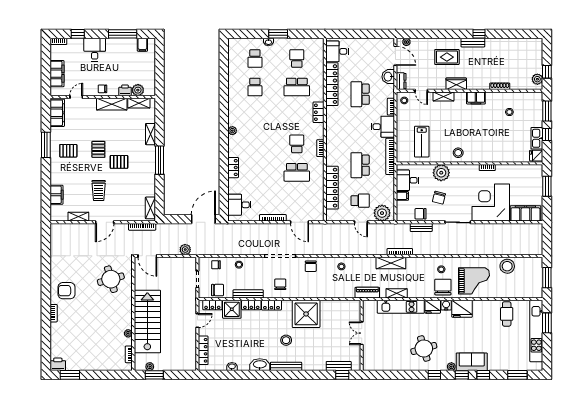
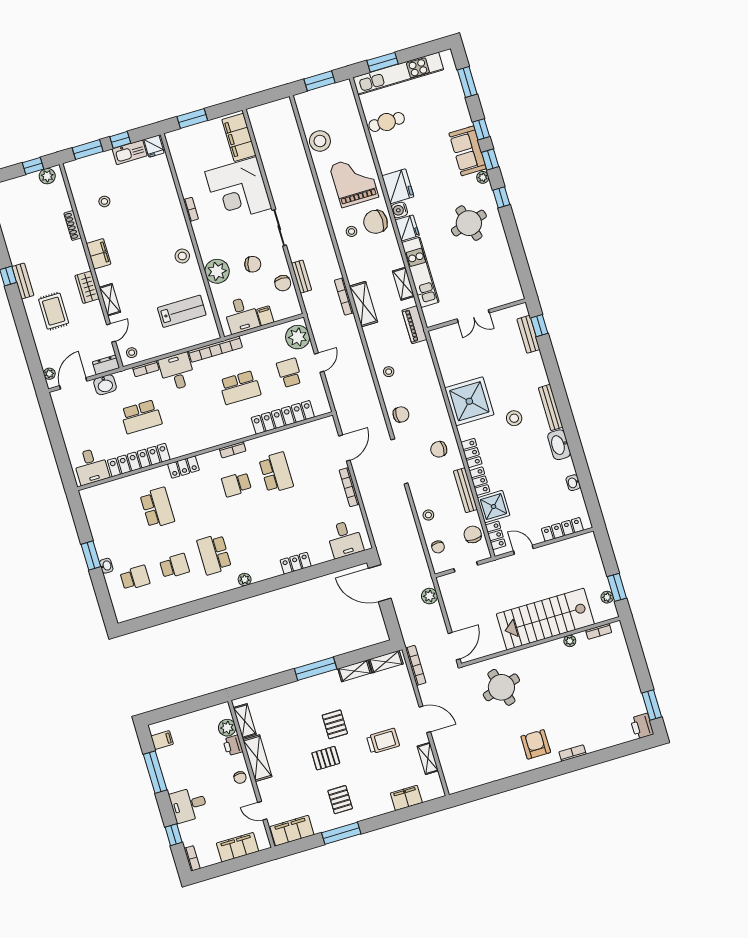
school desk: (297, 59) -> (214, 554), moved, width x1.85
shelving: (151, 134) -> (355, 671), moved
armchair: (67, 291) -> (536, 744), turned 180

